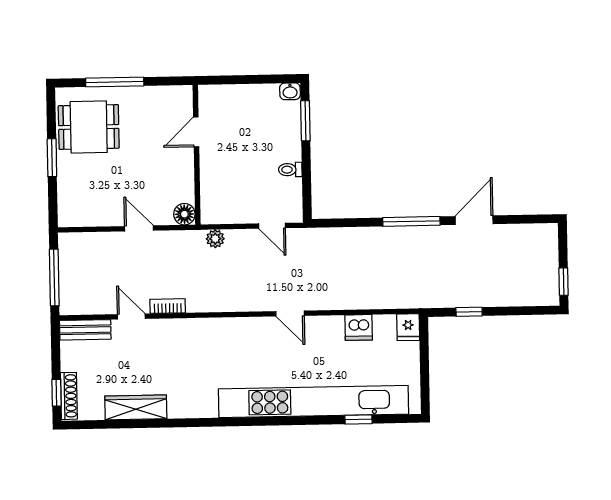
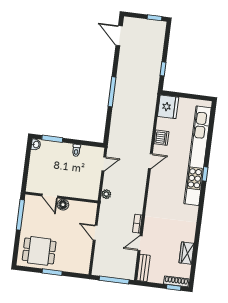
window: (115, 82) -> (20, 215), moved
dining table: (89, 127) -> (39, 251), turned 90
floor lamp: (184, 214) -> (63, 205), moved
door: (474, 220) -> (119, 36), moved
door: (139, 228) -> (95, 233), hinge flipped
dishwasher: (359, 327) -> (161, 138), moved
fridge: (408, 327) -> (168, 107), width x1.88, depth x1.34
wardrobe: (136, 407) -> (187, 253), width x0.67
window: (359, 419) -> (205, 174), moved

